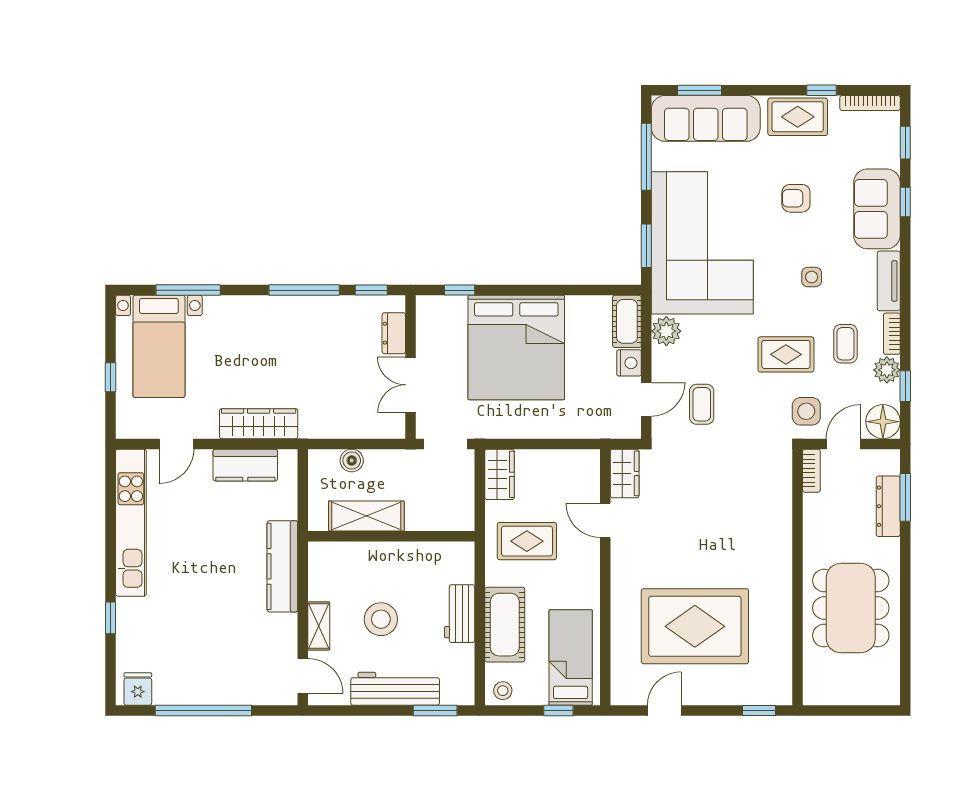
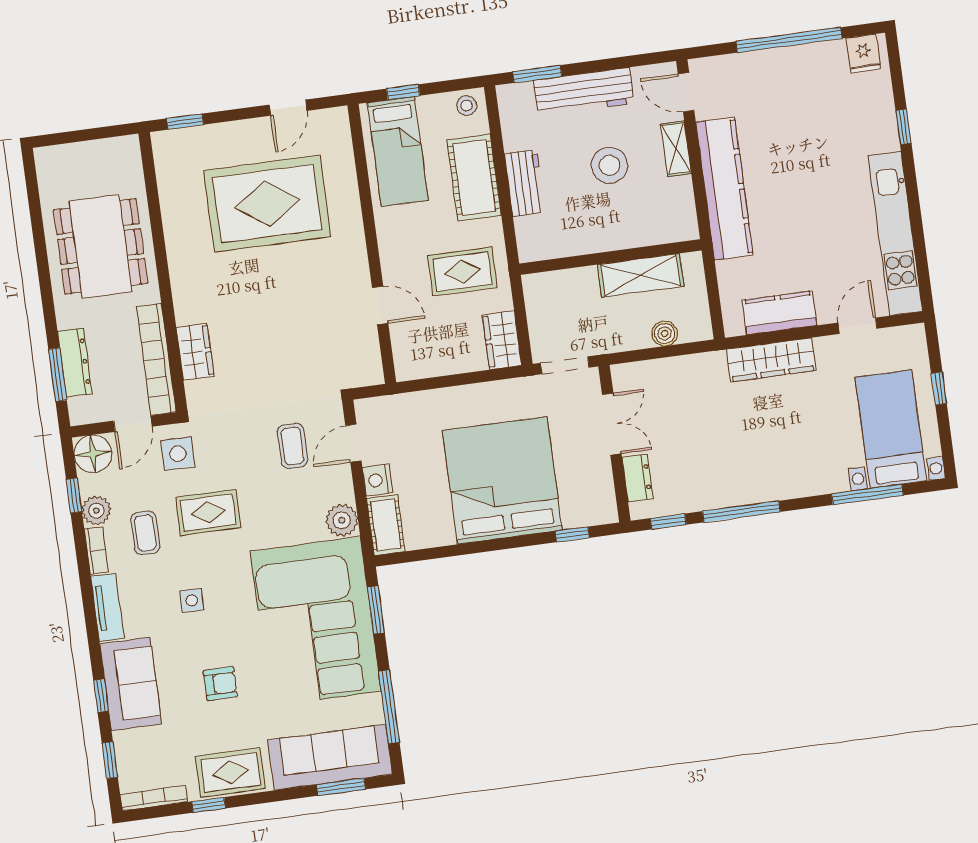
bookcase: (811, 471) -> (156, 359), width x2.31, depth x1.31
wardrobe: (625, 473) -> (195, 352), moved, turned 180
kitchen counter: (282, 566) -> (724, 189), width x1.39, depth x1.17

